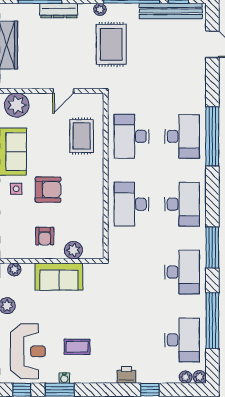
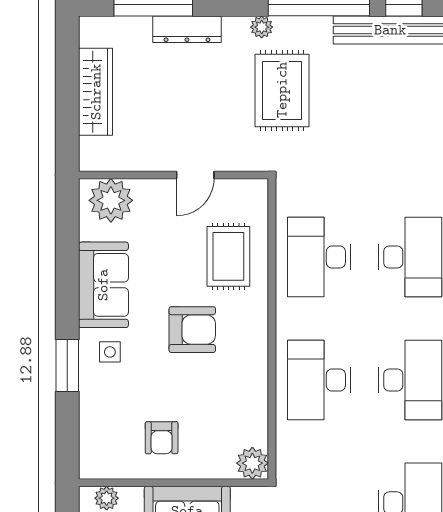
armchair: (48, 190) -> (192, 330), moved
plant: (73, 250) -> (252, 463), moved

